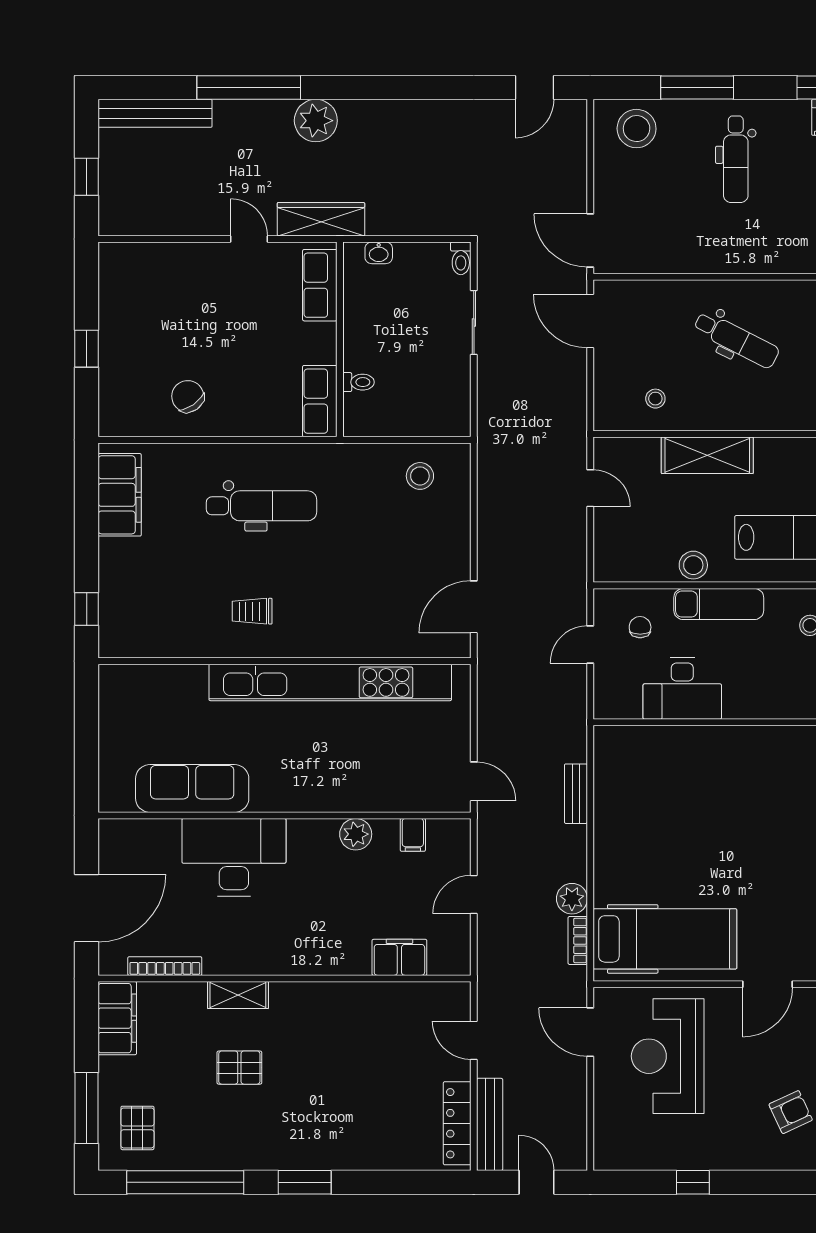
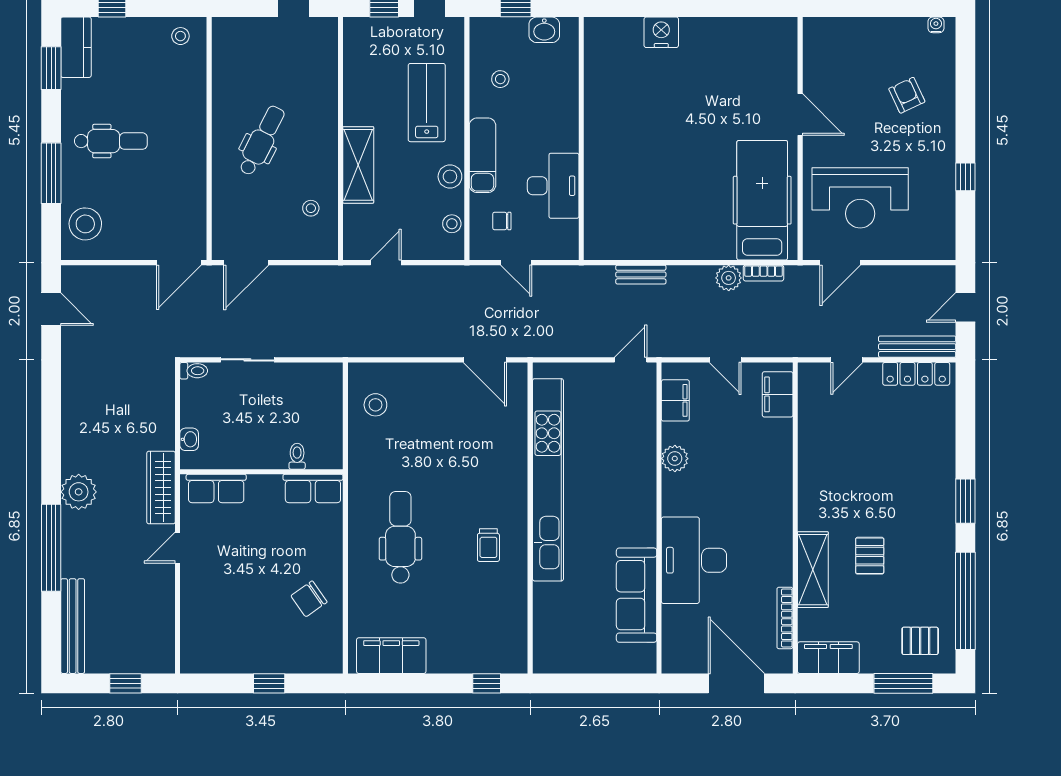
stool: (637, 567) -> (452, 224), added
filing cabinet: (413, 835) -> (675, 400), width x2.00
filing cabinet: (399, 957) -> (778, 394), moved
shelving: (238, 995) -> (813, 570), width x1.50, depth x1.33

